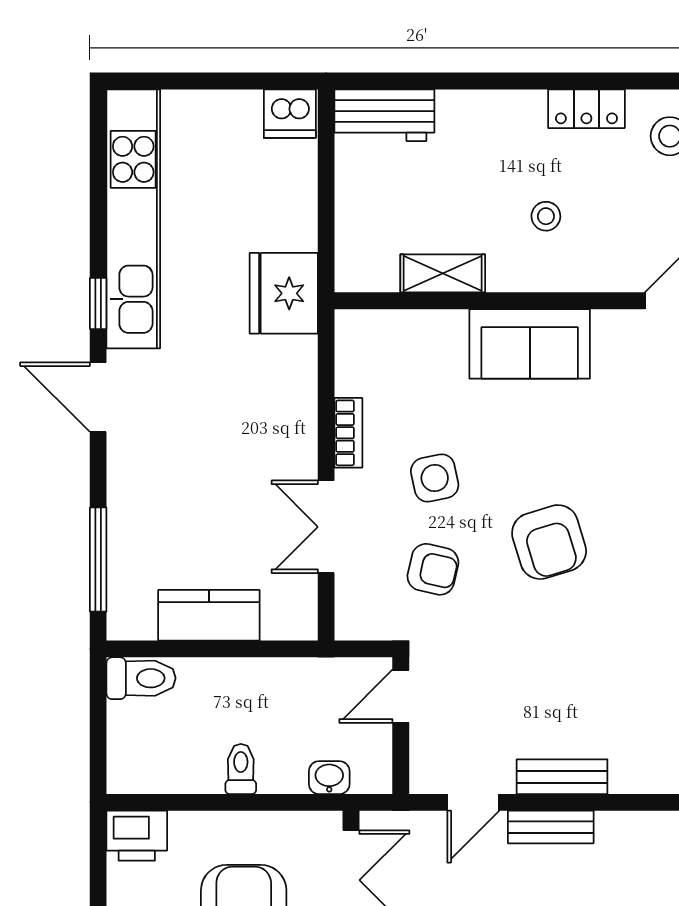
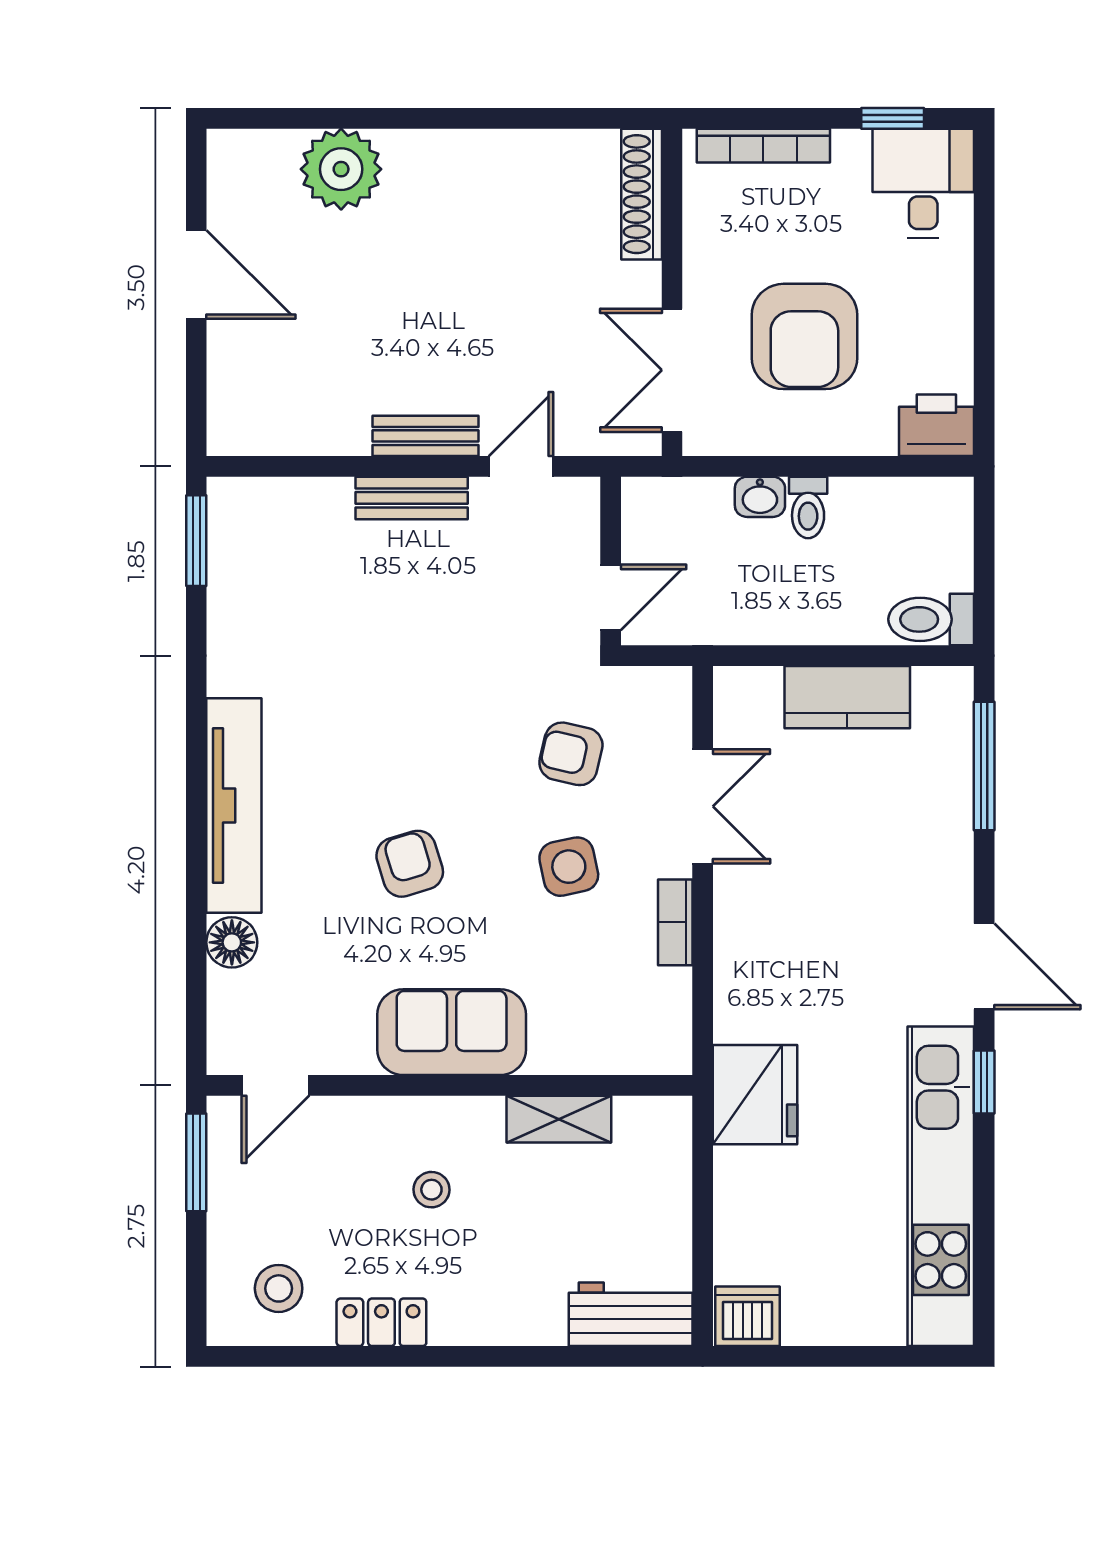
armchair: (549, 542) -> (410, 864), moved, width x0.72, depth x0.72
washbasin: (329, 778) -> (760, 497), moved

